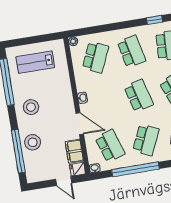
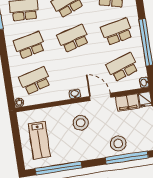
school desk: (95, 57) -> (35, 81), turned -39
stool: (31, 107) -> (81, 123), moved
door: (80, 124) -> (100, 97), hinge flipped
school desk: (146, 140) -> (117, 32), turned -36

